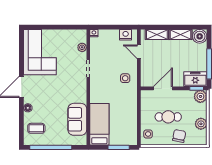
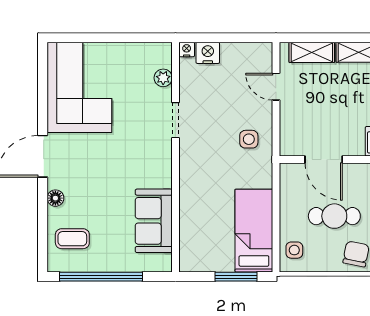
nightstand: (126, 35) -> (208, 53), moved
door: (163, 88) -> (324, 159), swing flipped
bed: (99, 124) -> (254, 231), moved

